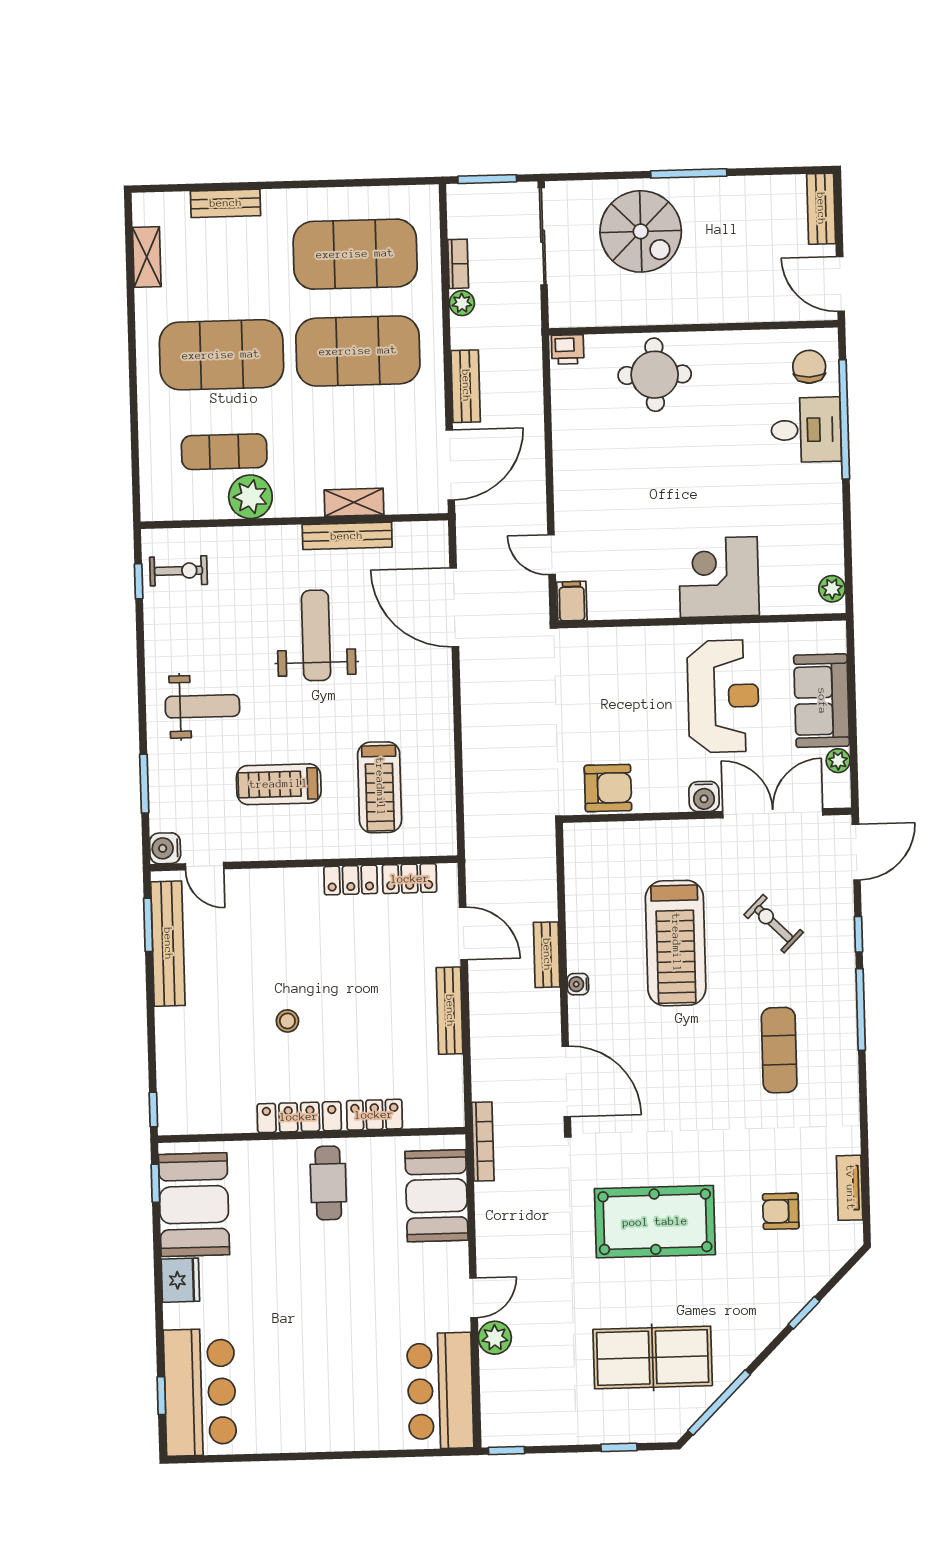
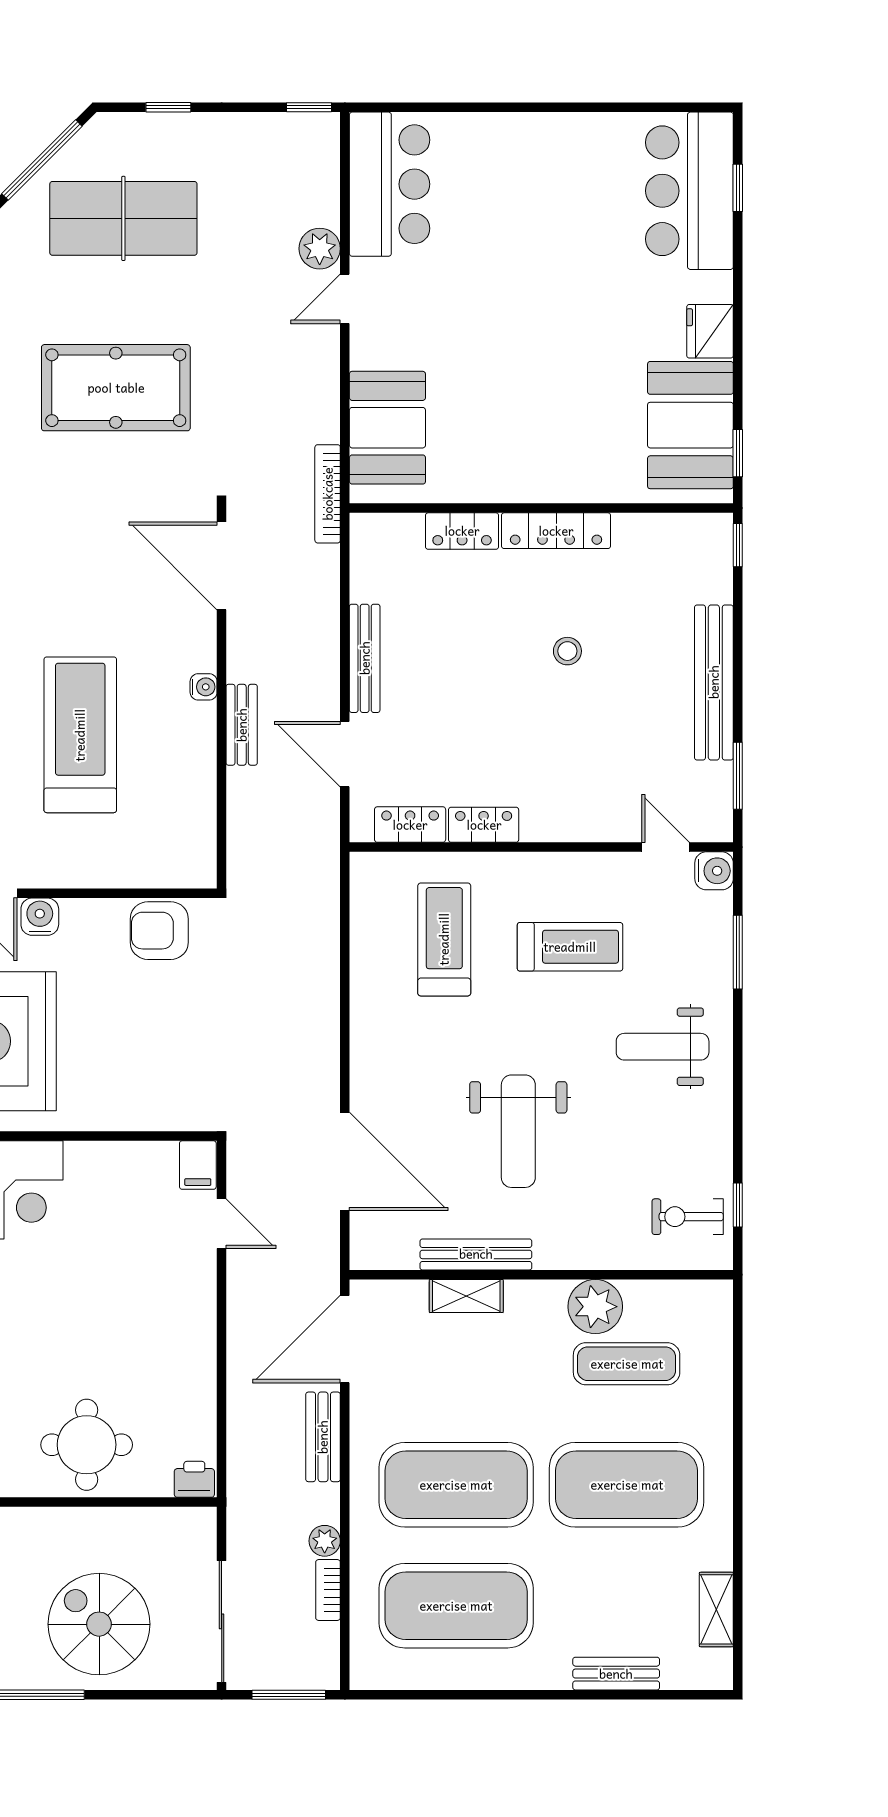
bench: (168, 944) -> (714, 682), moved
cafe table: (328, 1183) -> (522, 447), removed

